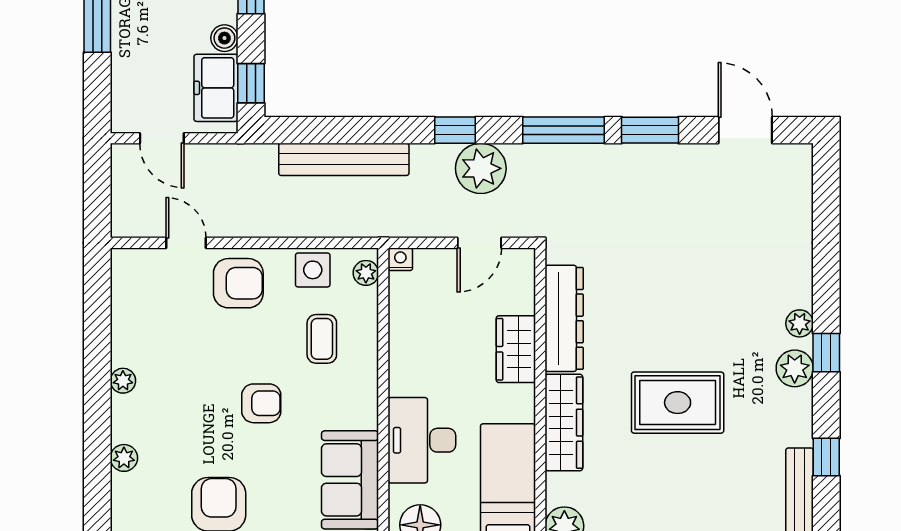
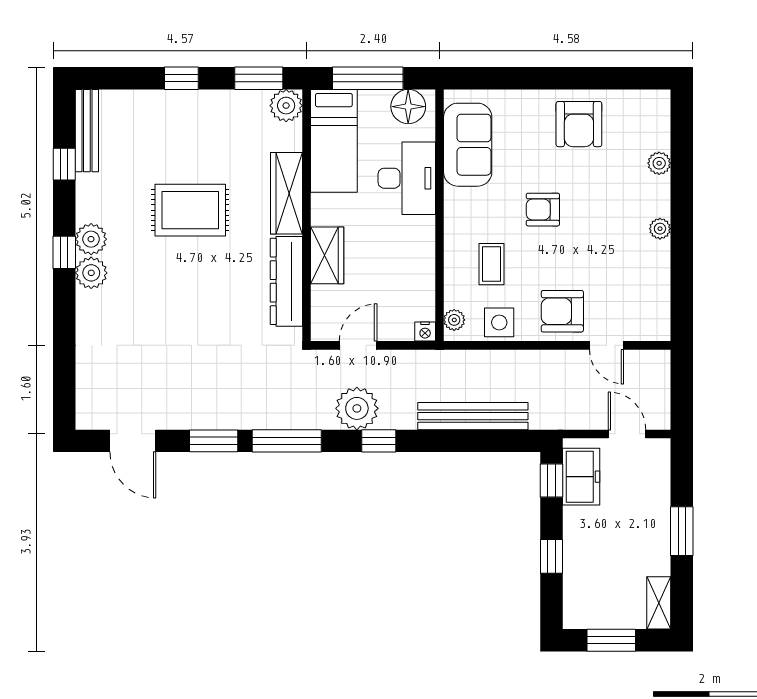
boiler: (224, 38) -> (574, 519), removed
plant: (800, 323) -> (91, 273), width x1.38, depth x1.38

